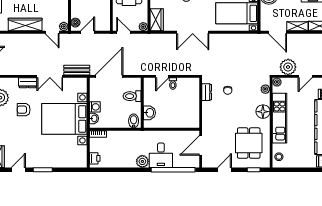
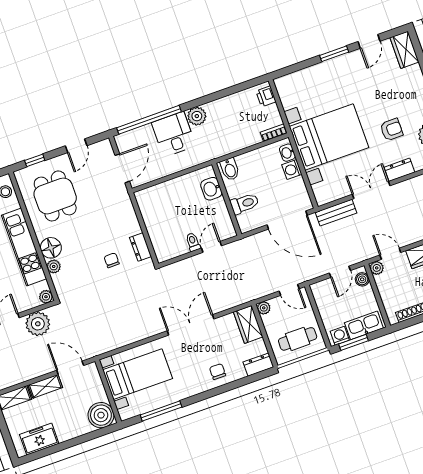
door: (109, 76) -> (287, 220), hinge flipped
plant: (265, 89) -> (54, 266), moved

